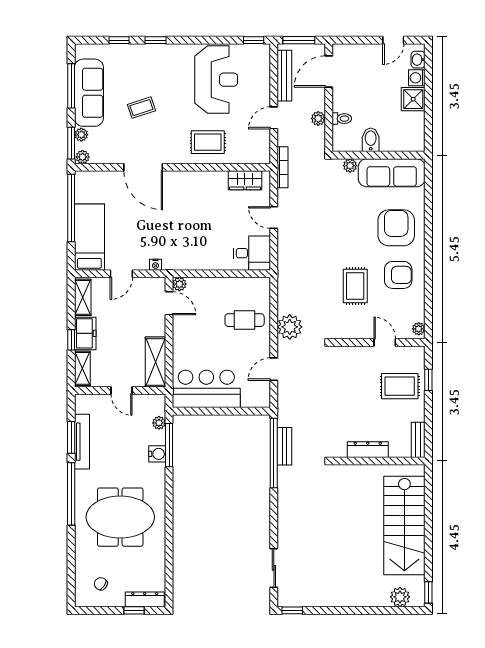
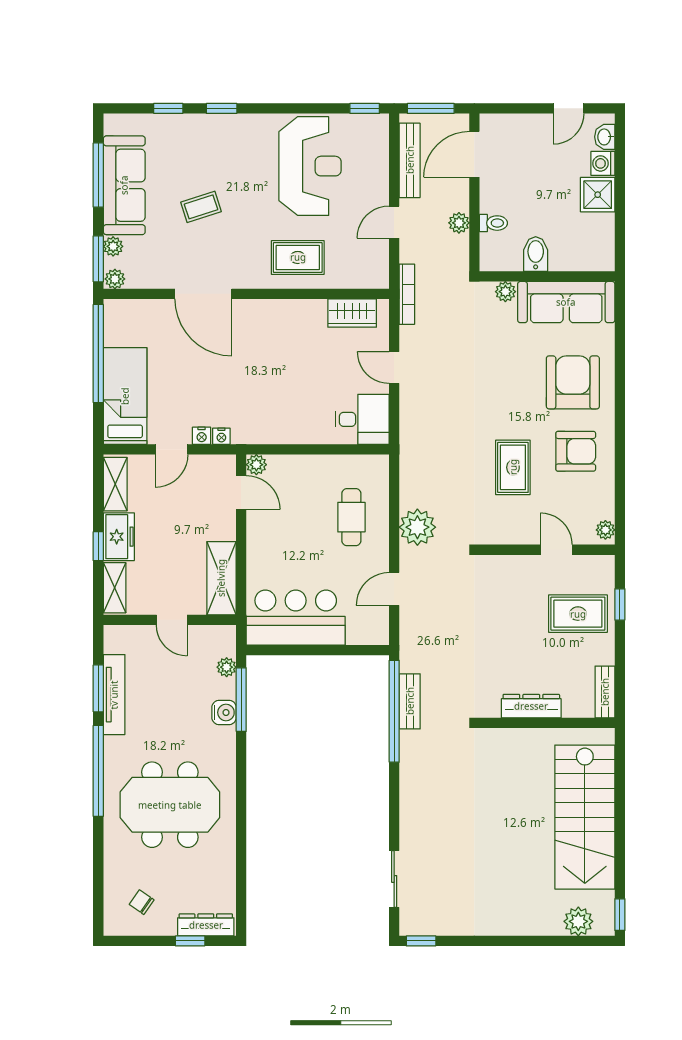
nightstand: (142, 264) -> (202, 436), added
cafe table: (245, 320) -> (351, 517), turned 90

